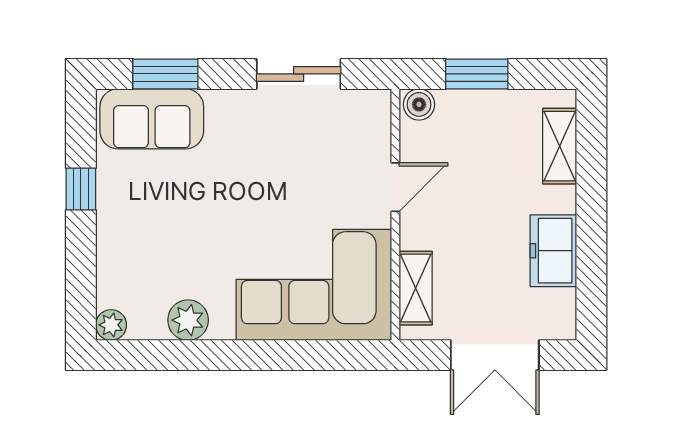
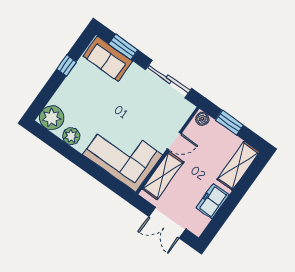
sliding door: (299, 74) -> (169, 79), width x1.37
shelving: (560, 146) -> (238, 166), width x1.50, depth x1.33
shelving: (416, 288) -> (163, 176), width x1.50, depth x1.33
plant: (111, 325) -> (52, 118), width x1.87, depth x1.87

